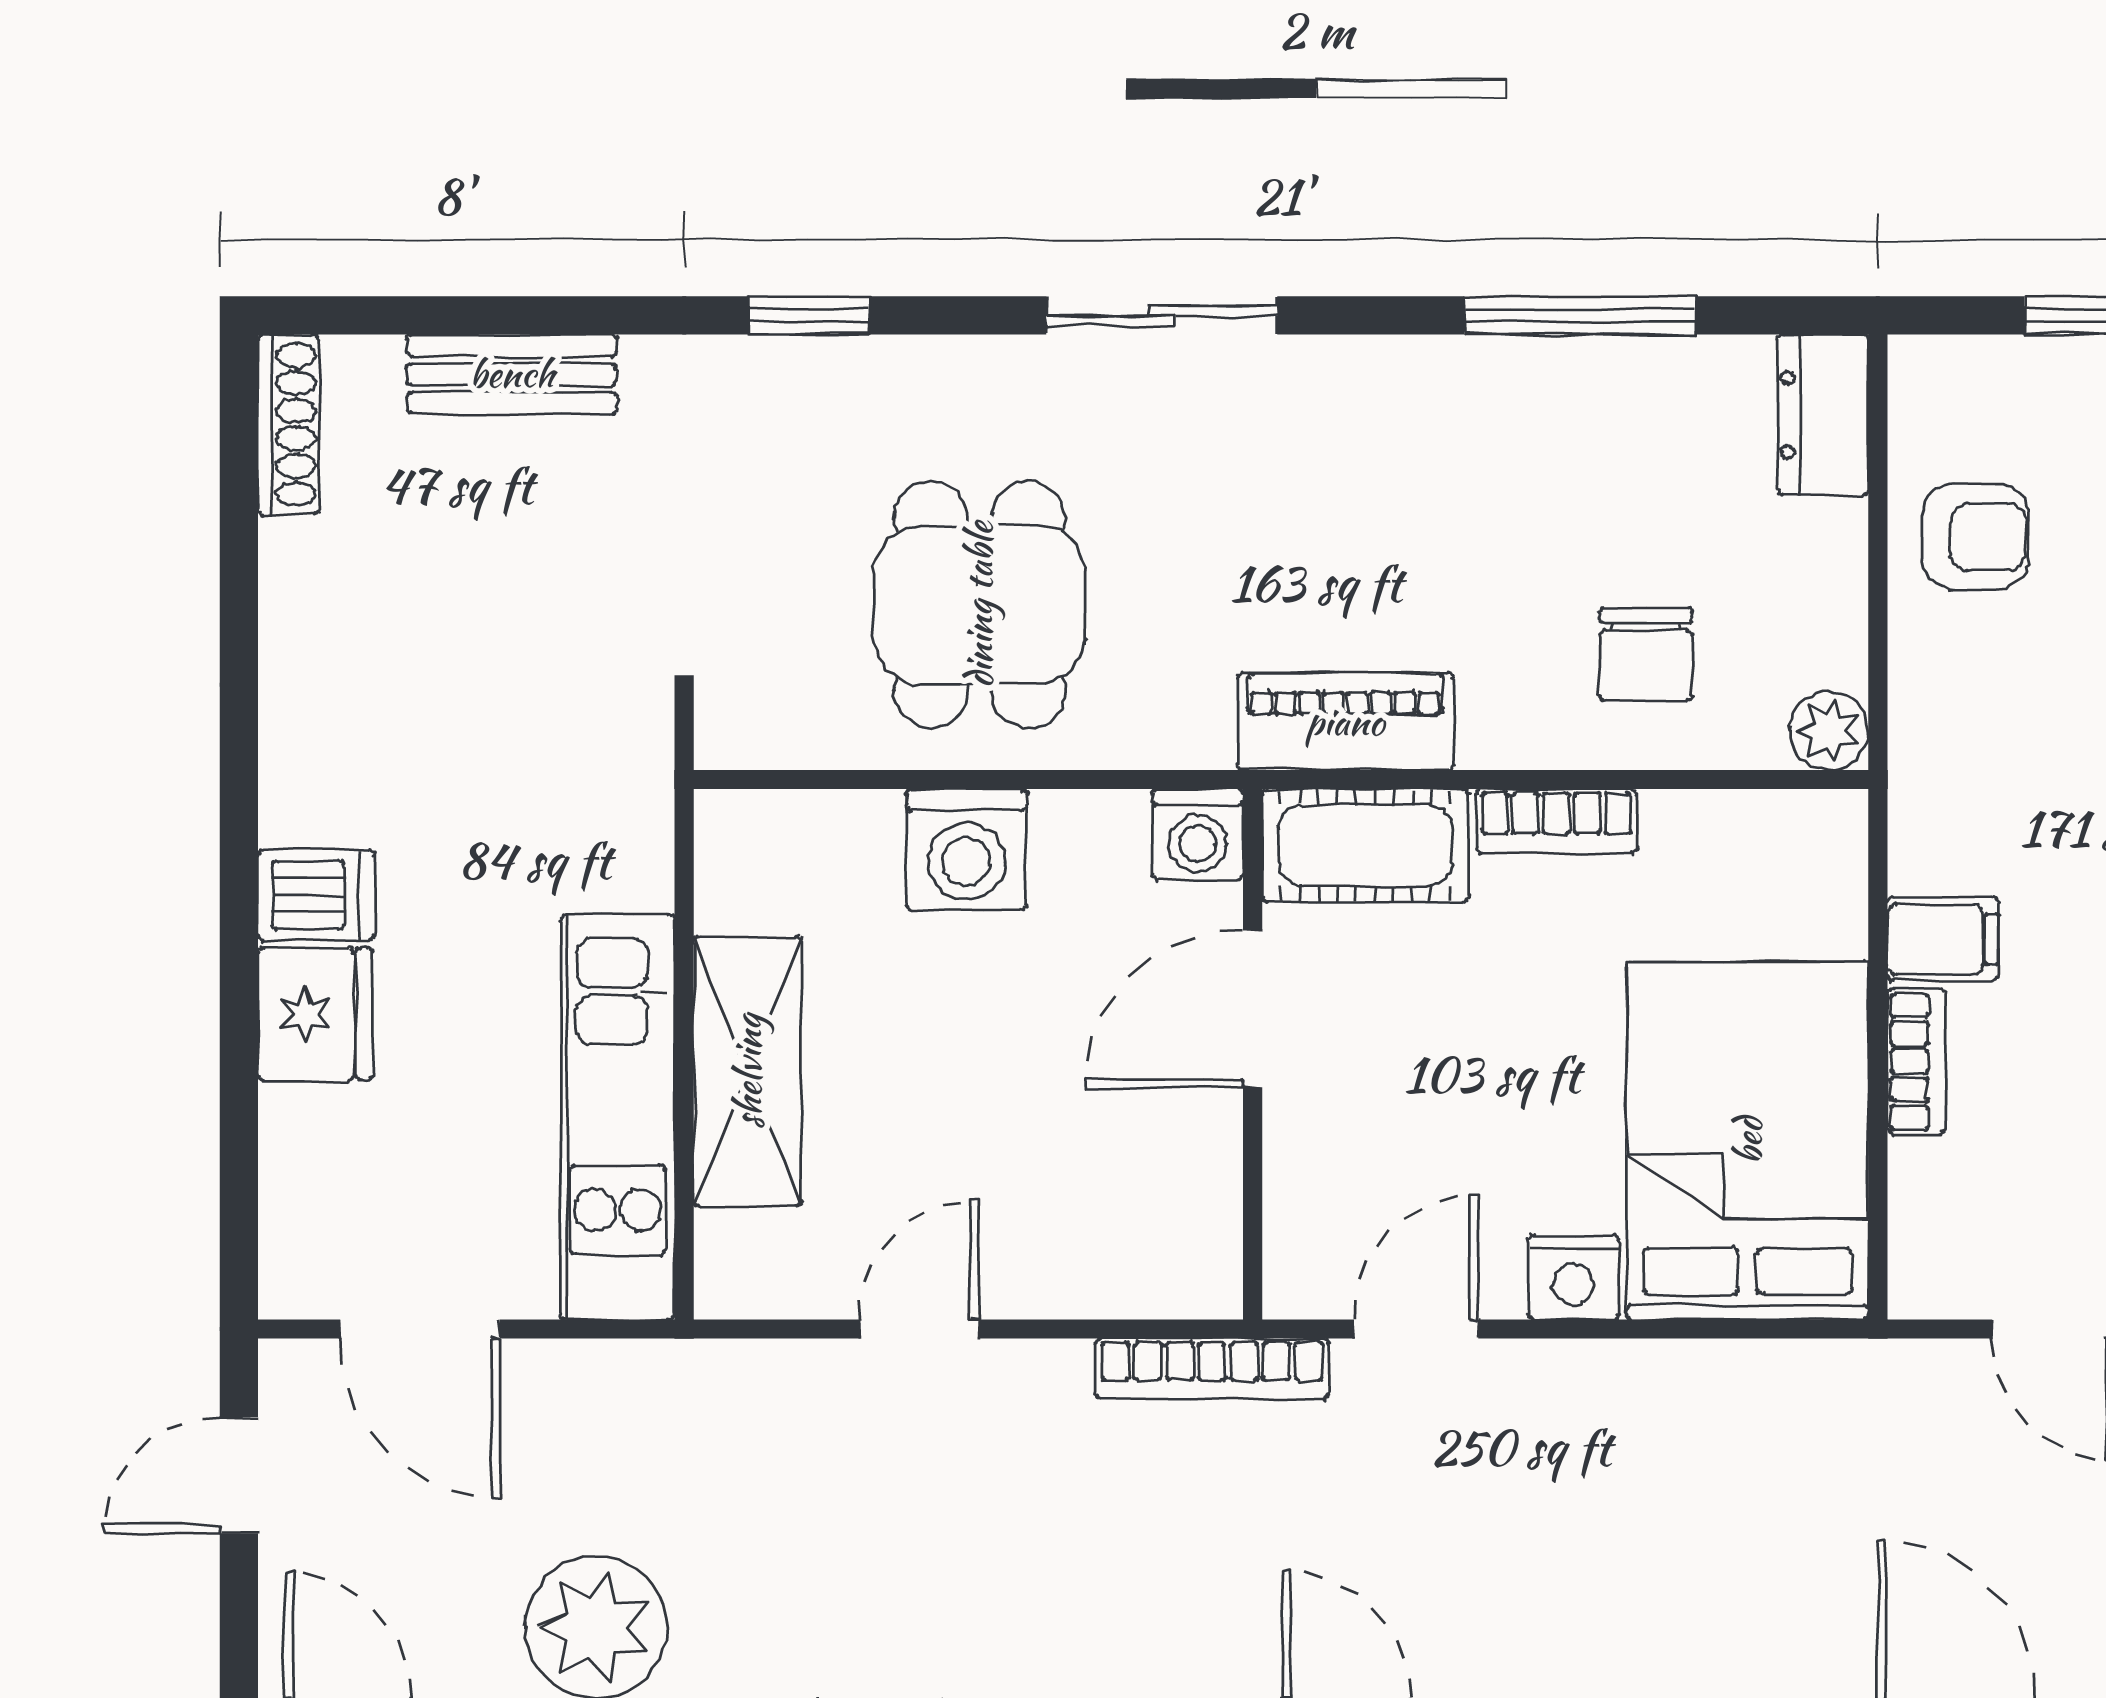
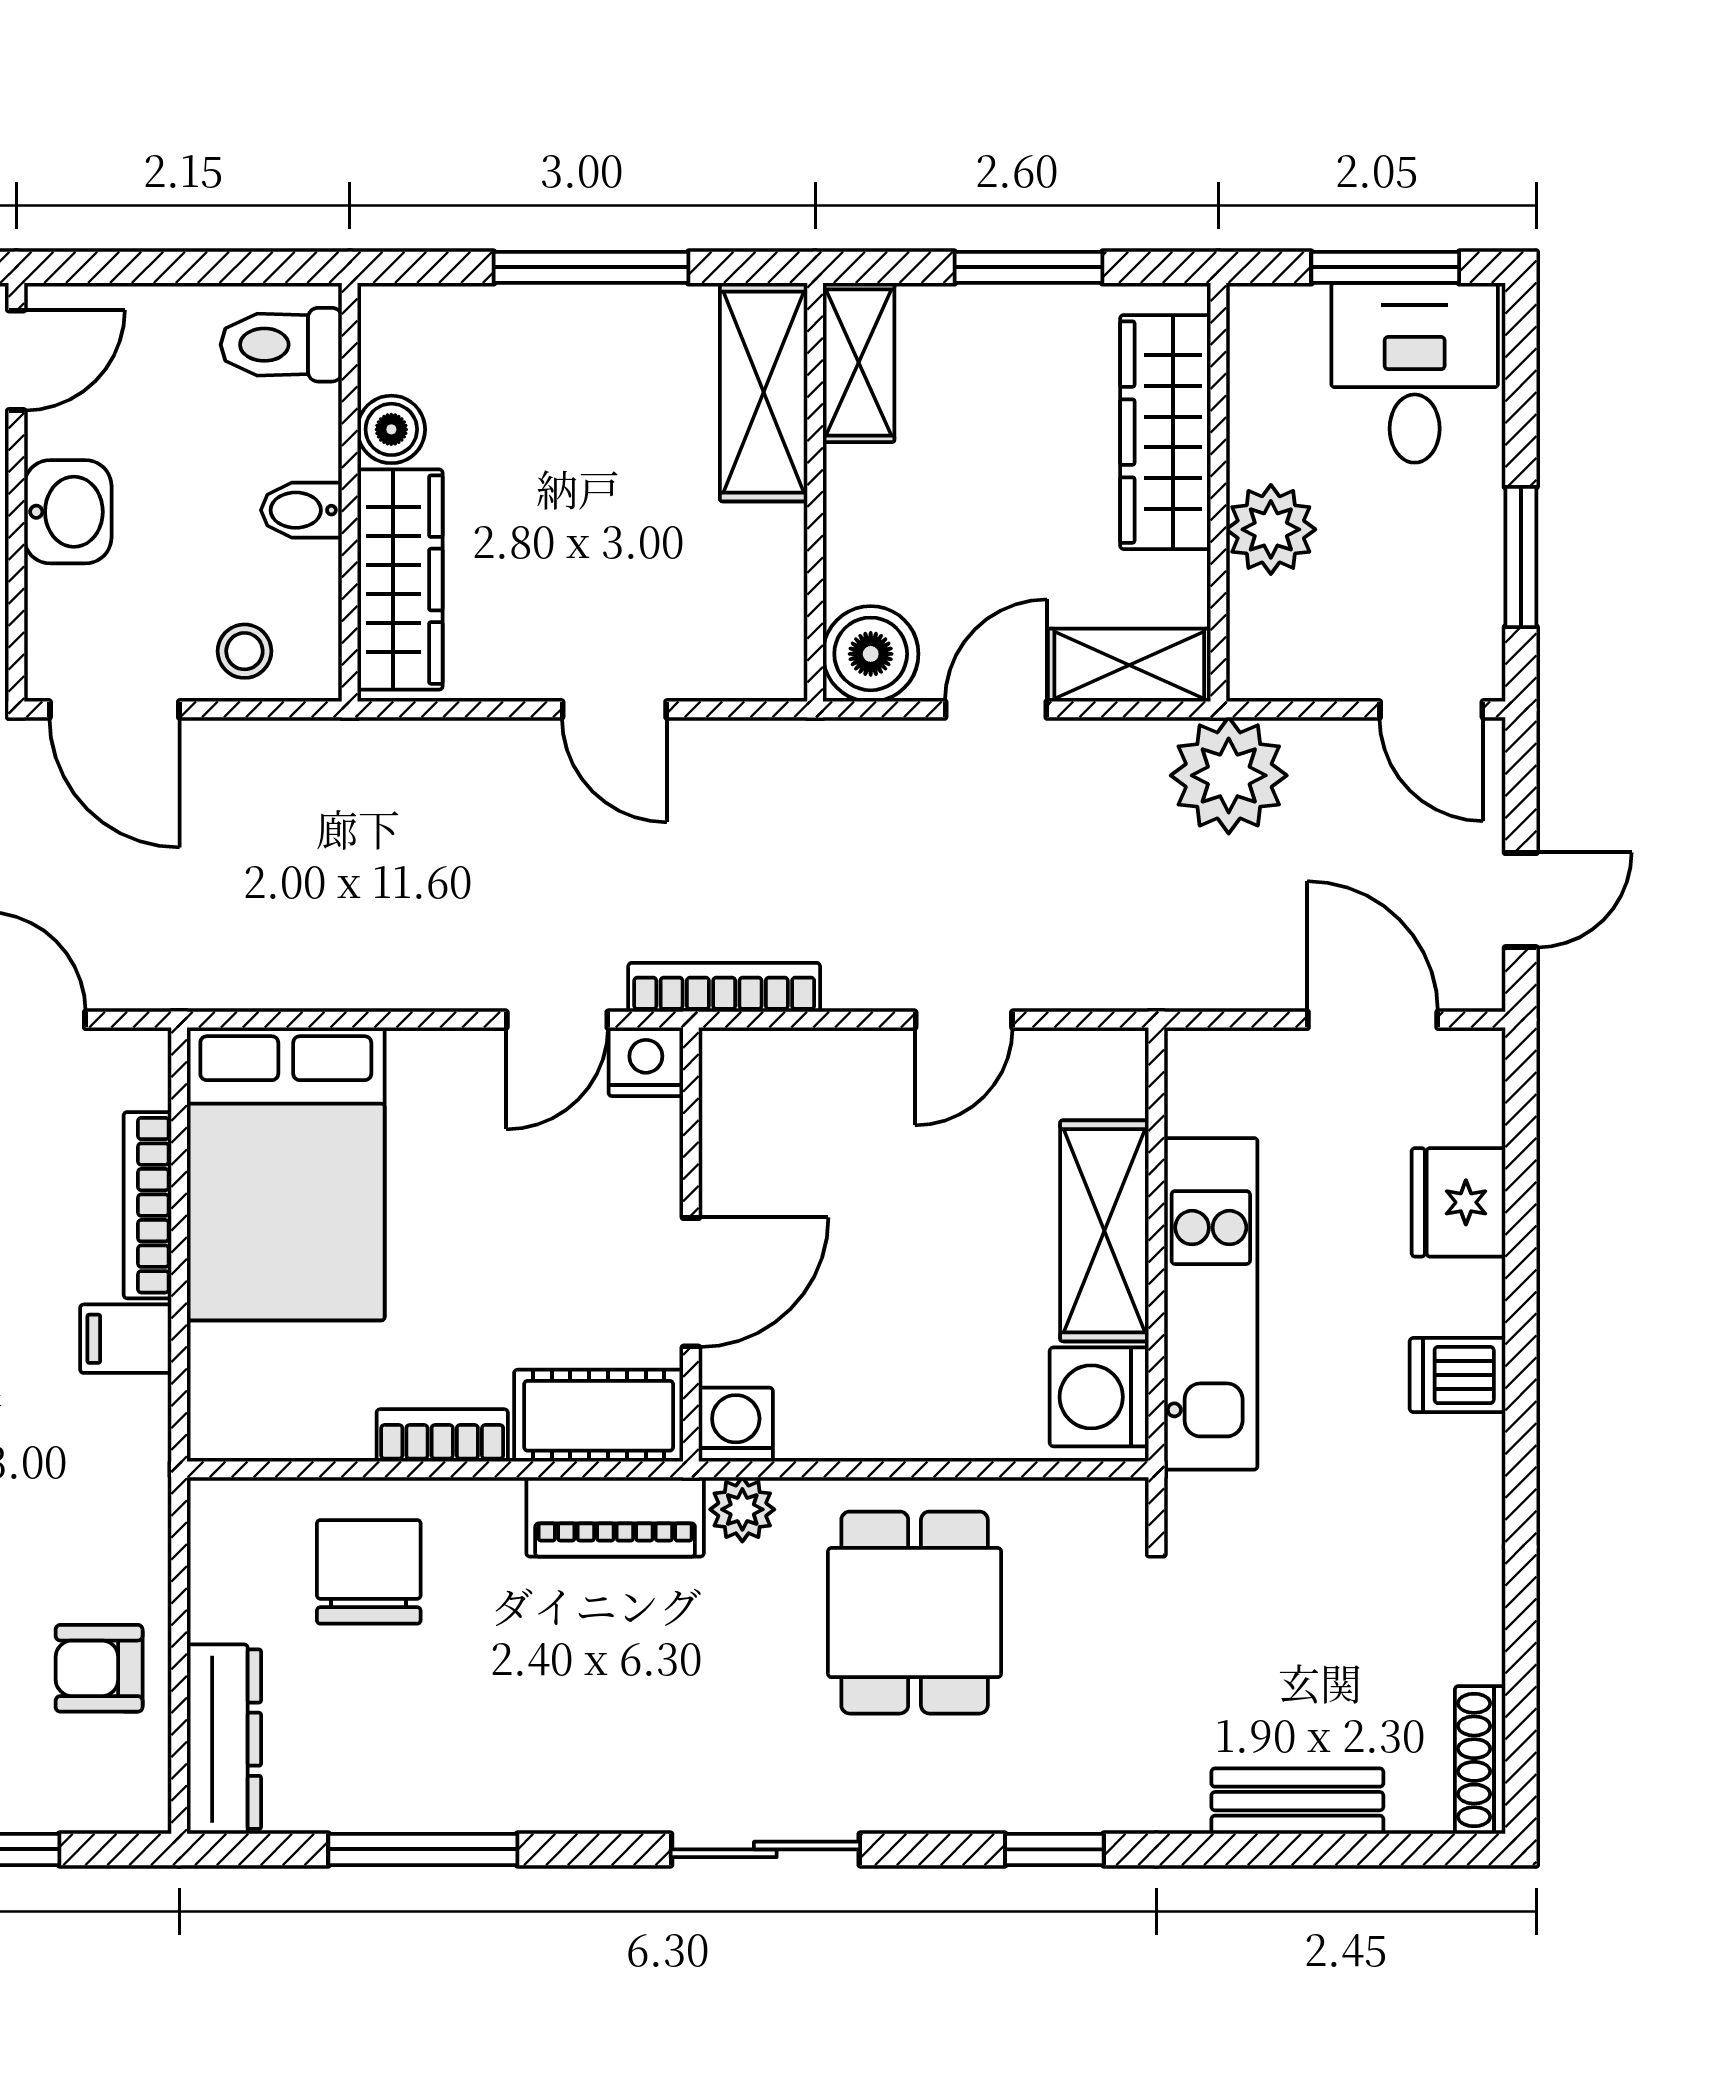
dresser: (1823, 415) -> (224, 1739), width x1.44
chair: (1646, 654) -> (369, 1572), width x1.37, depth x1.37
plant: (1829, 731) -> (742, 1509), moved
washing machine: (966, 849) -> (1099, 1397), moved, turned -90
fridge: (315, 1014) -> (1458, 1202), moved
bookcase: (1916, 1061) -> (148, 1205), width x1.56
kitchen unit: (618, 1117) -> (1211, 1304), moved
nightstand: (1574, 1278) -> (646, 1062), moved

